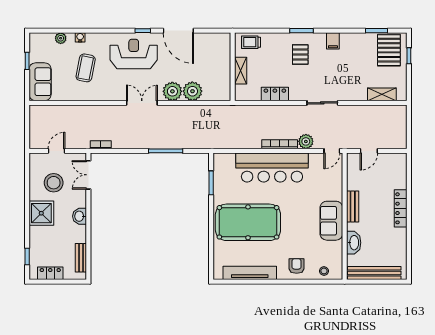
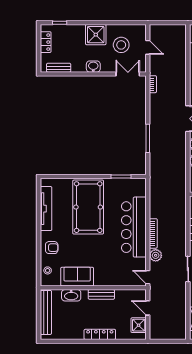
shower: (390, 162) -> (139, 325), added
sofa: (331, 221) -> (77, 277), moved

